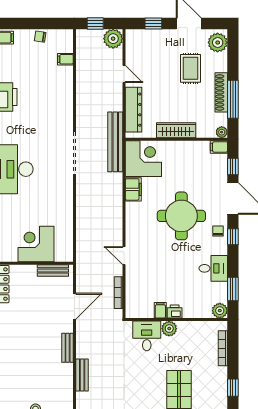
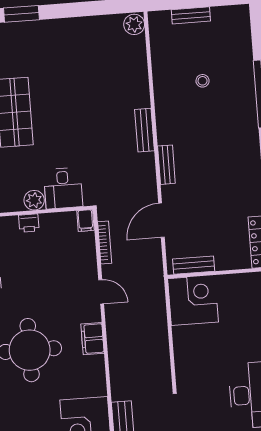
filing cabinet: (133, 189) -> (92, 339), moved
corner desk: (36, 244) -> (193, 300), moved, turned -90
filing cabinet: (160, 310) -> (85, 220), moved

